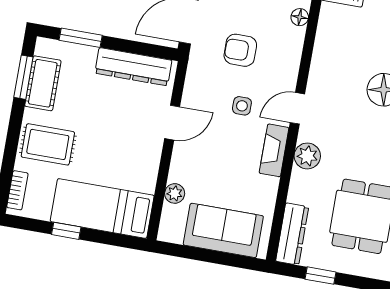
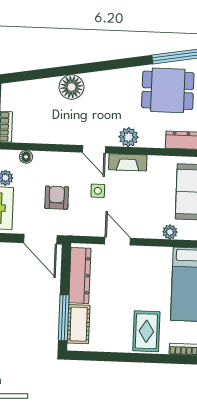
window: (81, 38) -> (64, 318), width x1.44
armchair: (240, 50) -> (57, 198), turned 180
window: (23, 77) -> (99, 356), removed
cot: (43, 83) -> (79, 324), moved, turned 90

